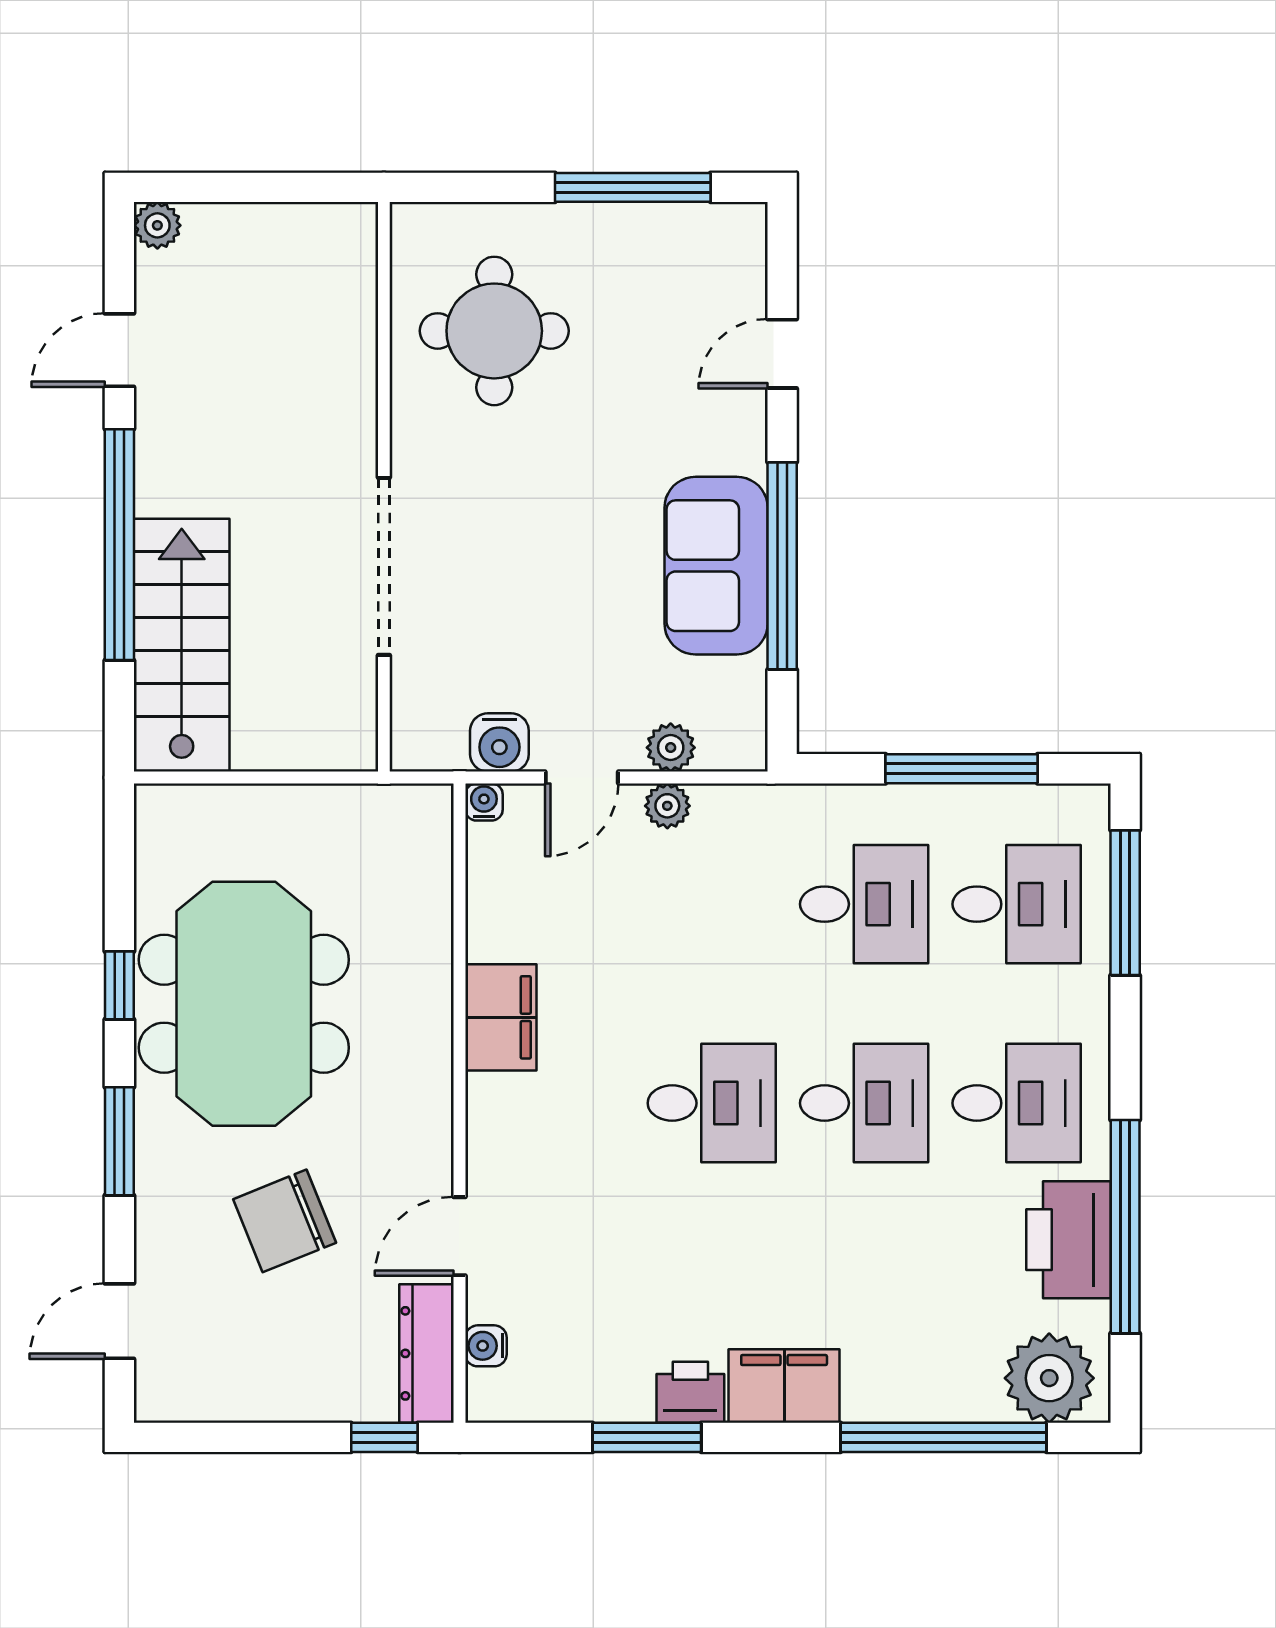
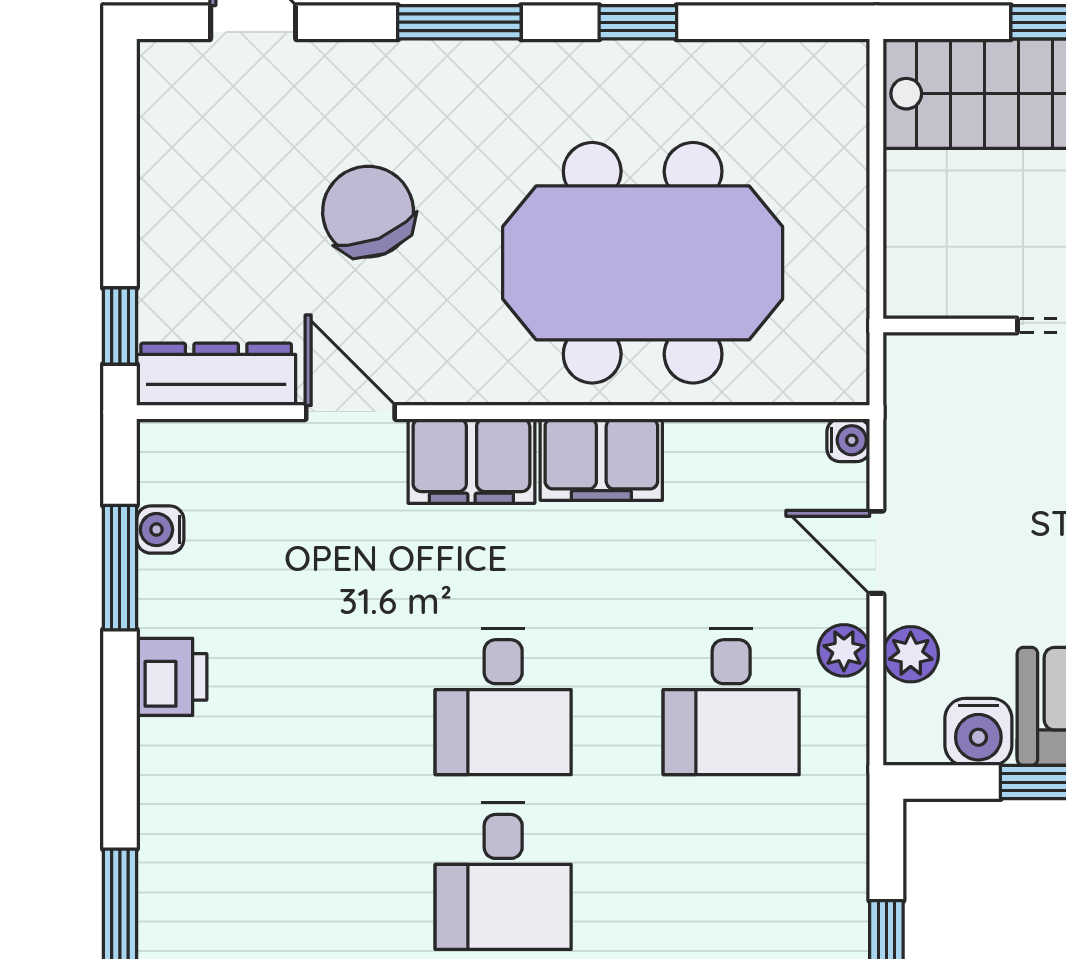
water cooler: (499, 742) -> (978, 732), moved, turned -90
desk: (864, 904) -> (731, 701), moved
meeting table: (244, 1004) -> (643, 263), moved
water cooler: (486, 1346) -> (160, 530), moved, turned -90
filing cabinet: (784, 1386) -> (471, 461), moved, turned 90
window: (647, 1437) -> (120, 568), moved

